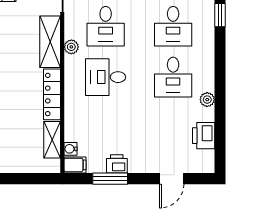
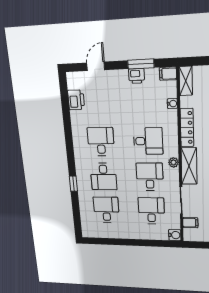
desk: (173, 26) -> (104, 177), turned 180
plant: (207, 100) -> (76, 126), removed
shelving: (52, 140) -> (186, 81), moved
water cooler: (71, 149) -> (172, 104), moved

